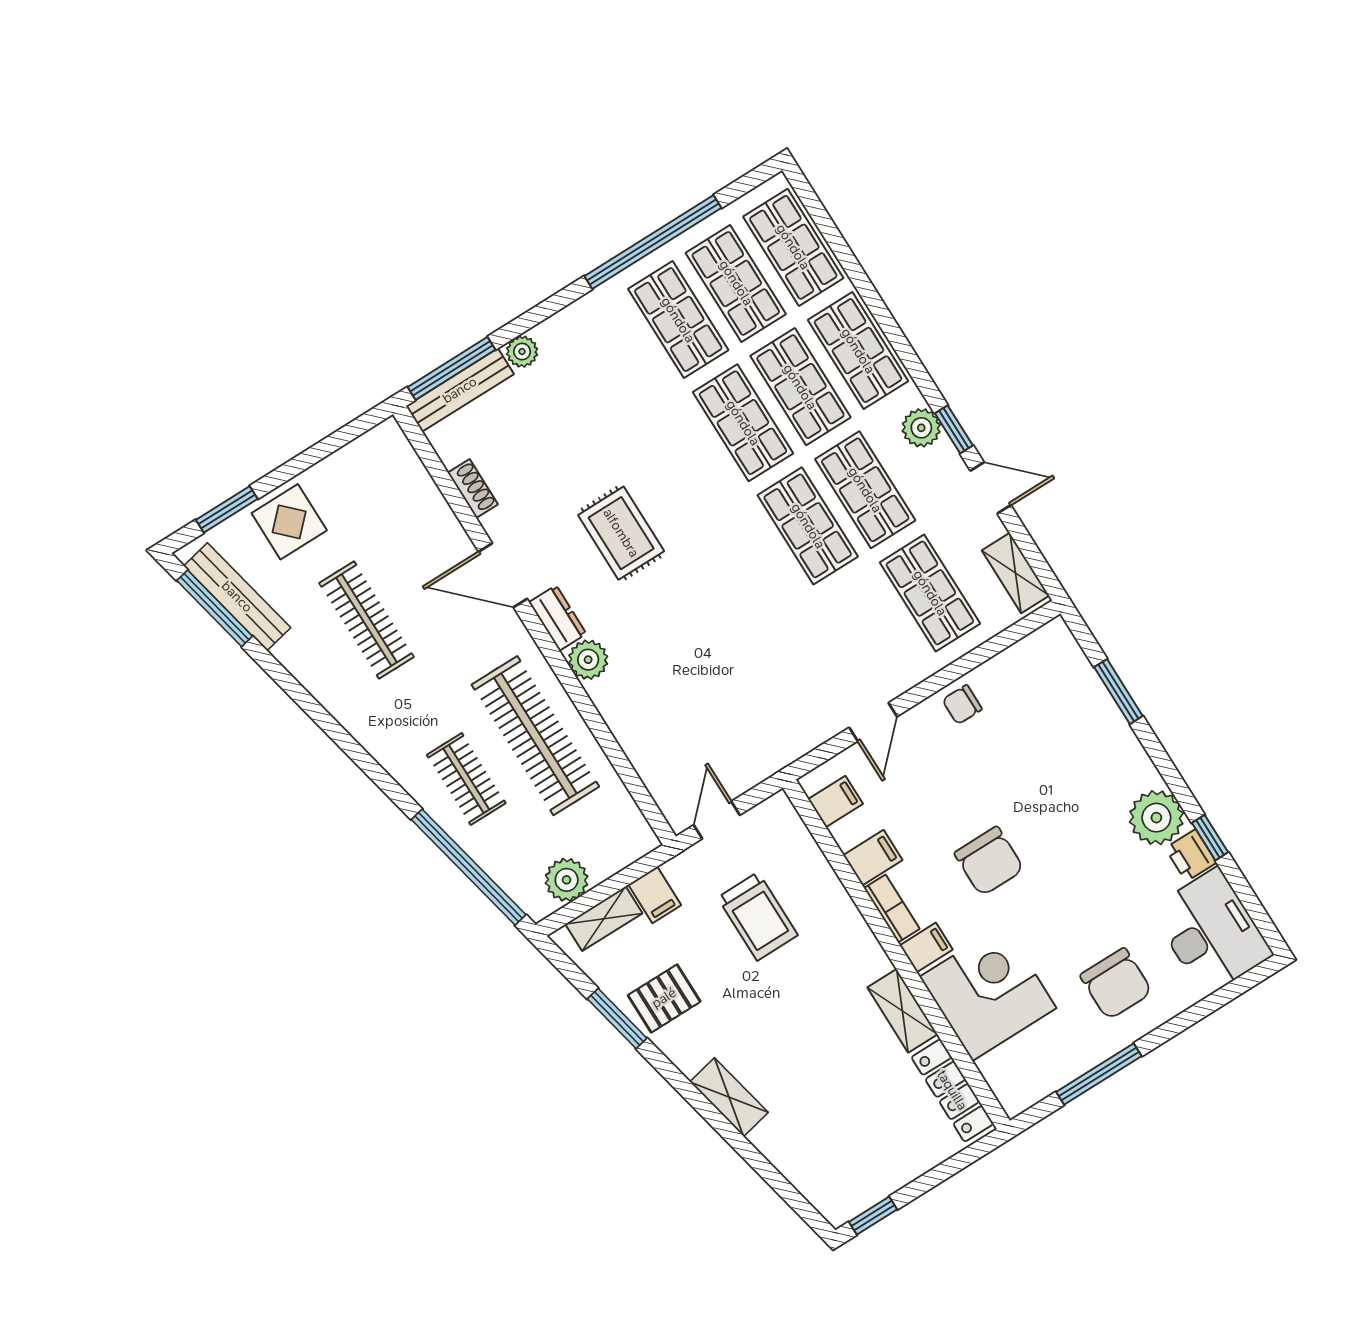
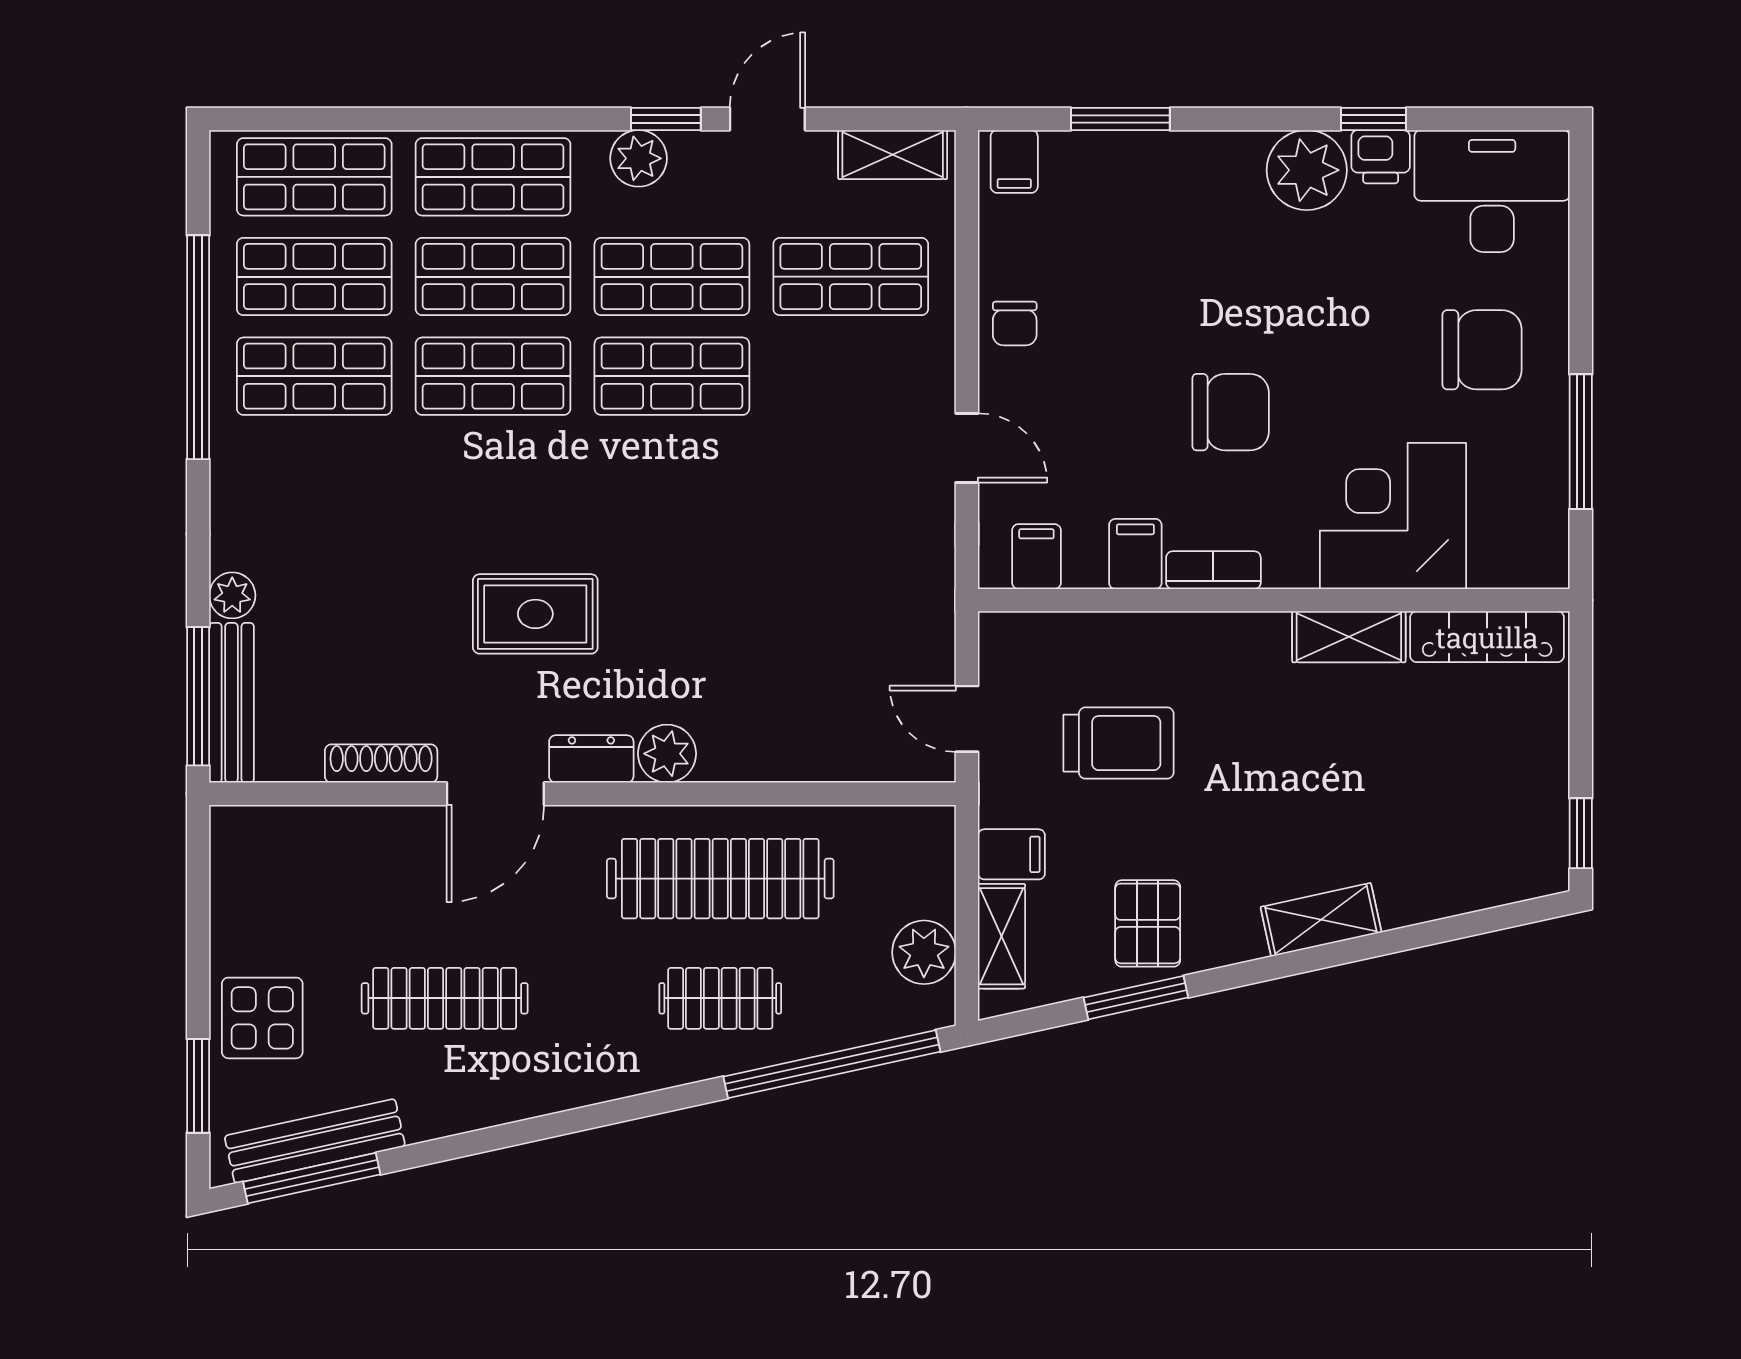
shoe rack: (473, 489) -> (381, 764), width x1.43
filing cabinet: (926, 947) -> (1014, 161), moved, turned 180

